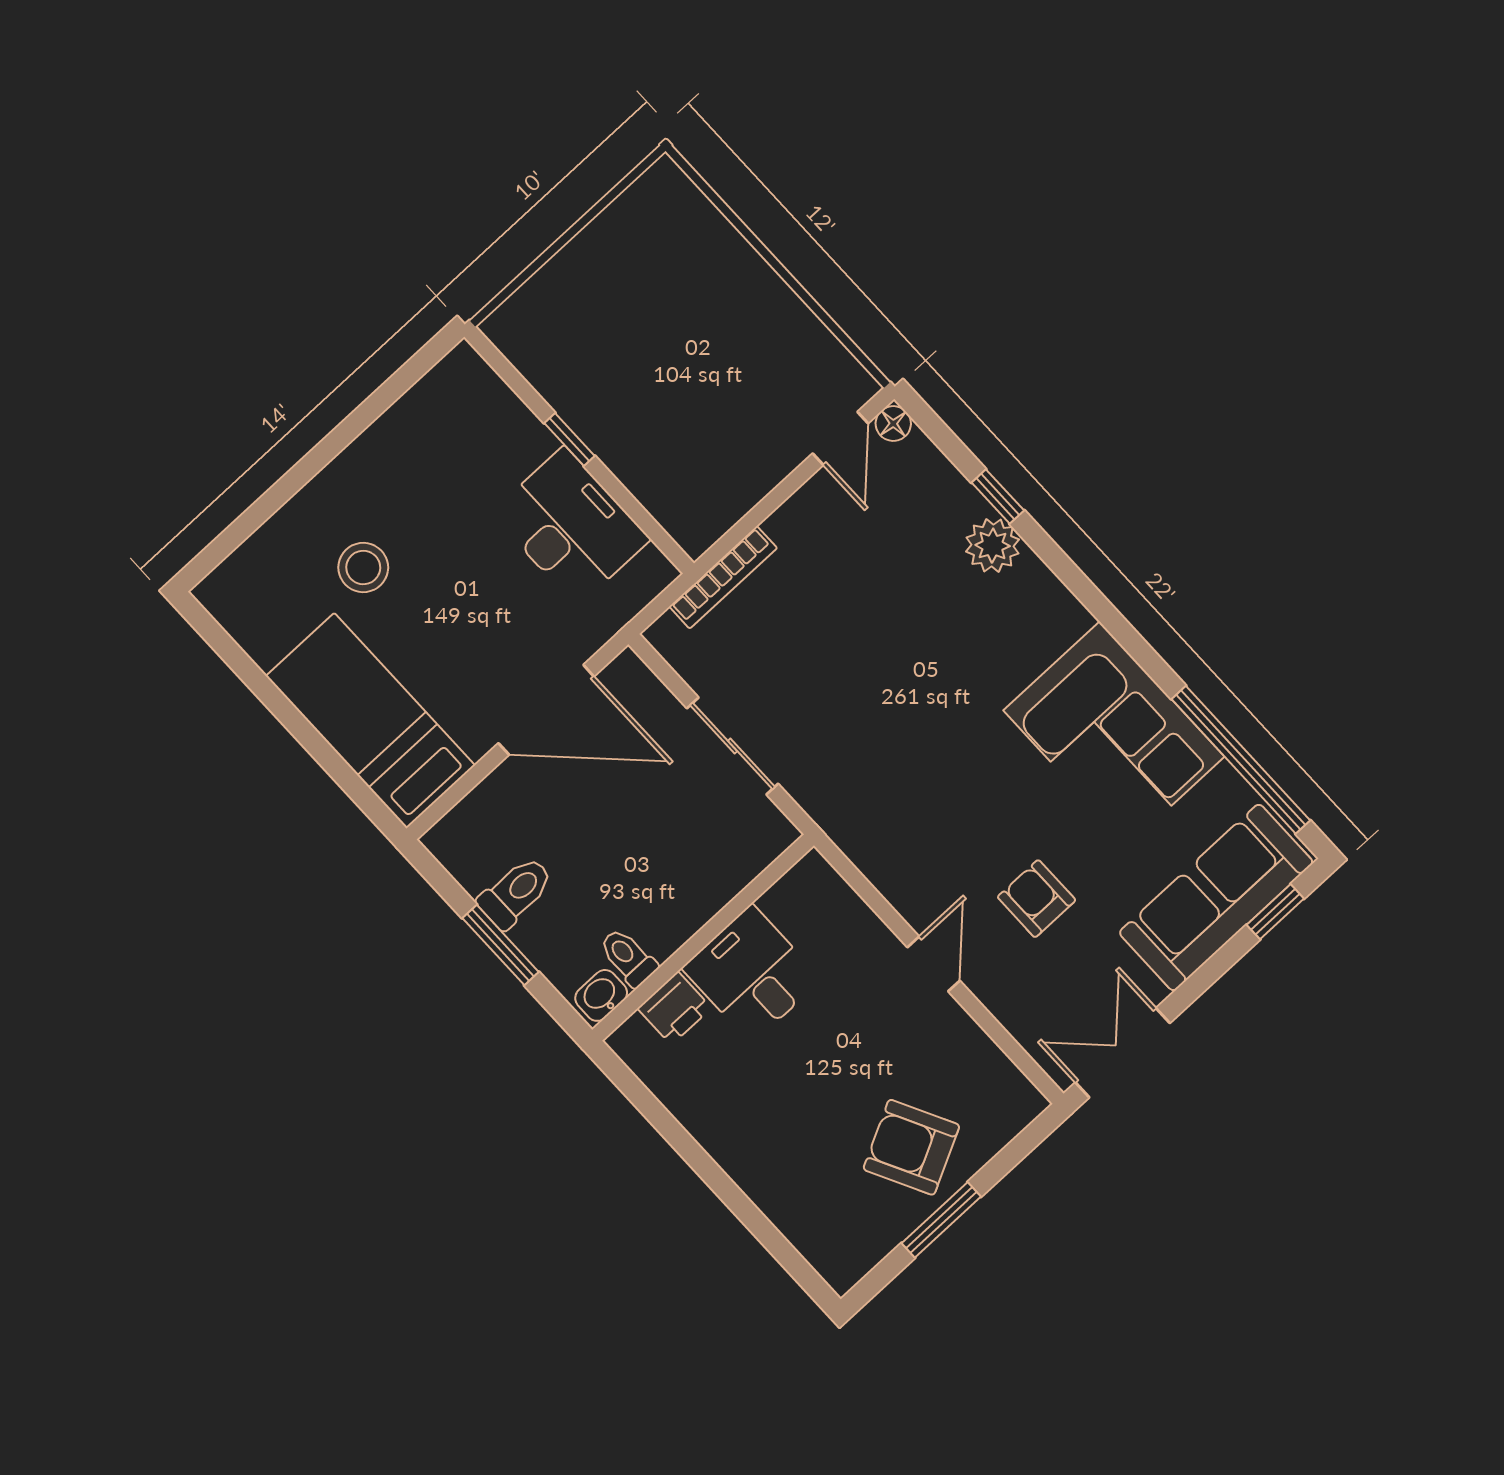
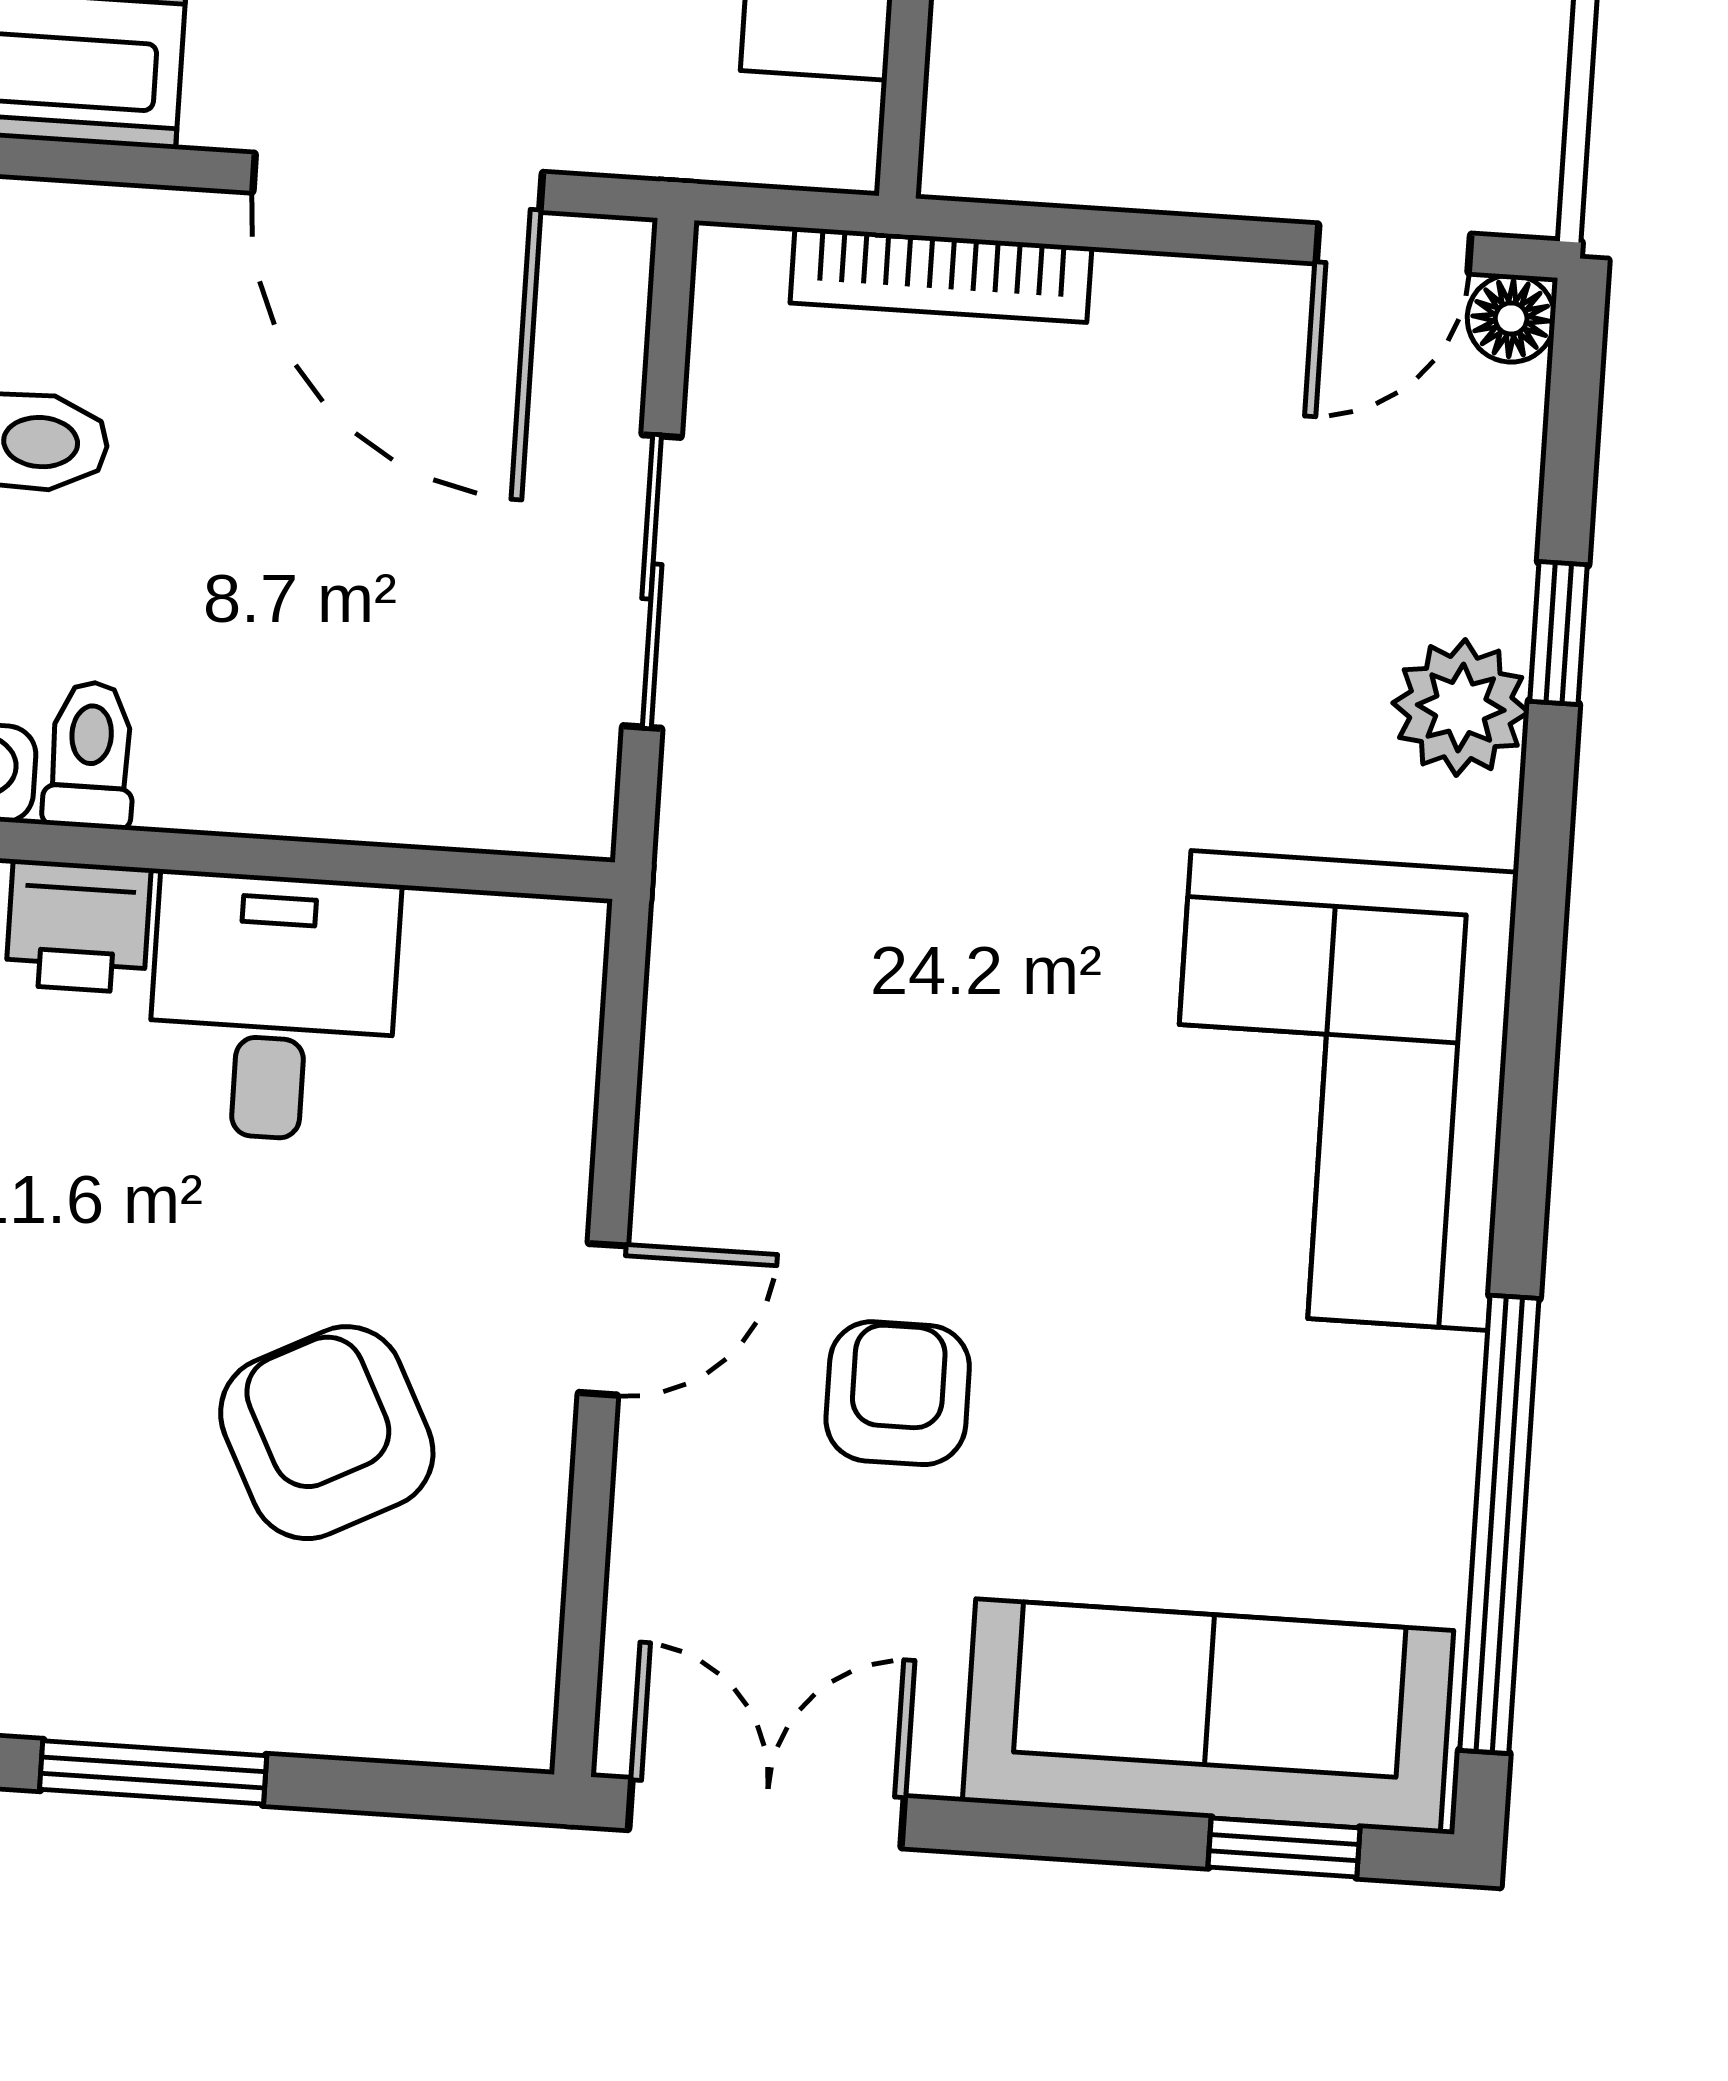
corner sofa: (1114, 734) -> (1339, 1091), moved
armchair: (911, 1147) -> (327, 1433), moved

